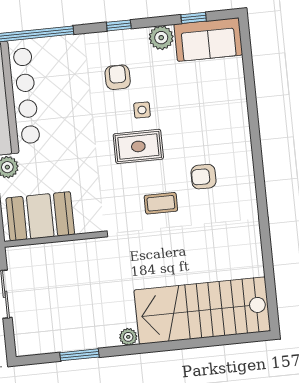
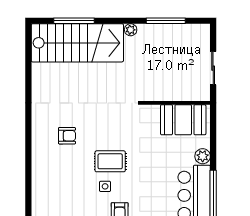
coffee table: (161, 203) -> (98, 120), removed
window: (210, 342) -> (74, 21), added
window: (79, 355) -> (166, 21), width x1.44

